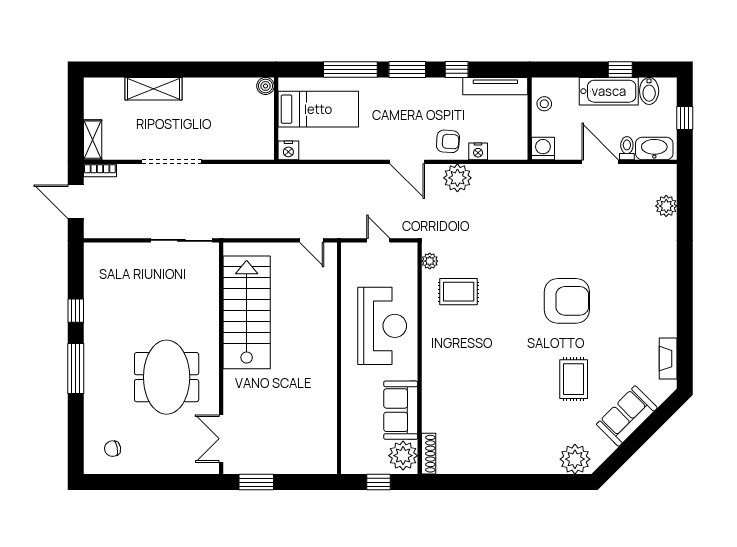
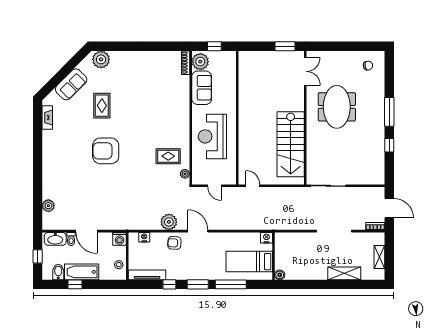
shelving: (93, 140) -> (379, 257), moved
nightstand: (478, 151) -> (144, 237), moved

